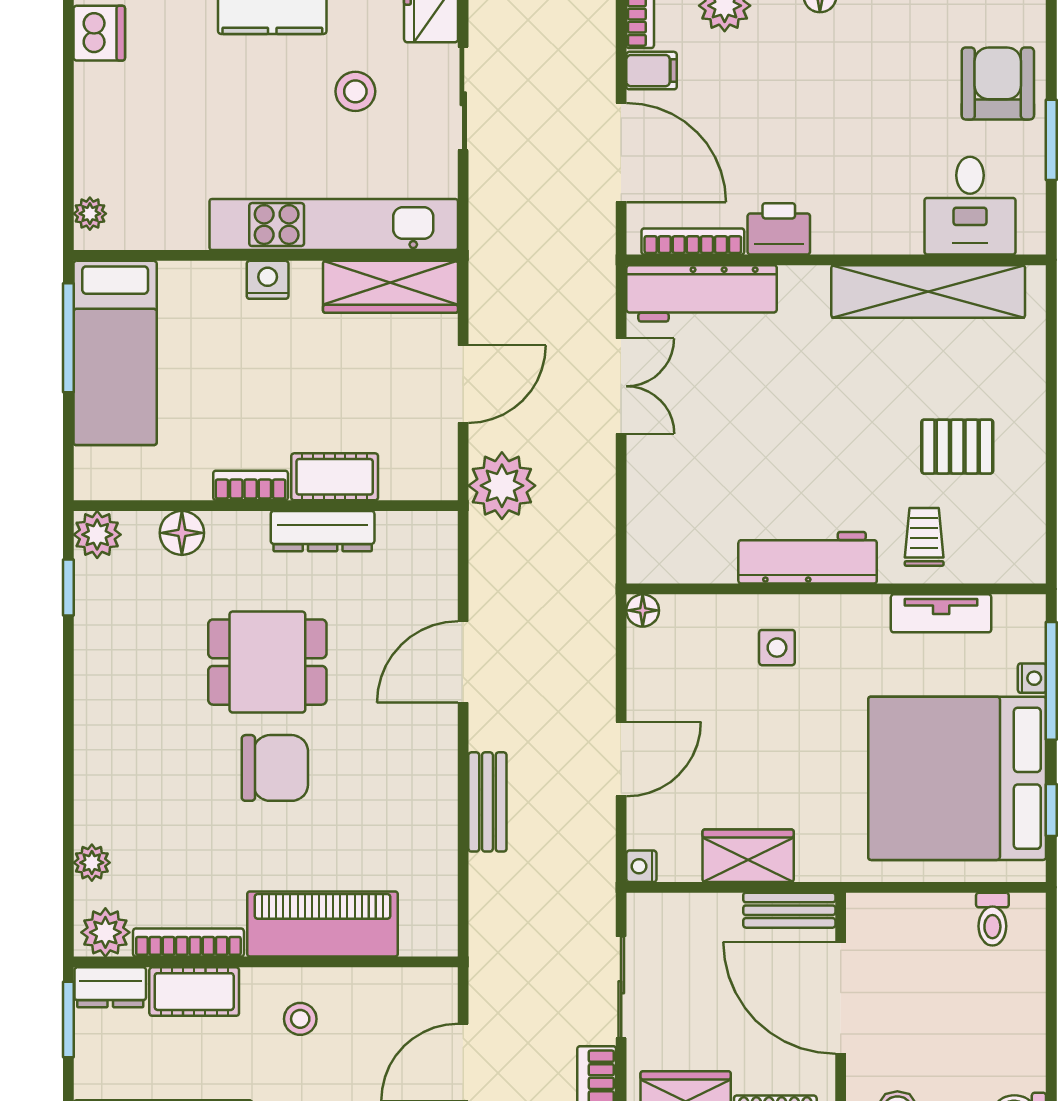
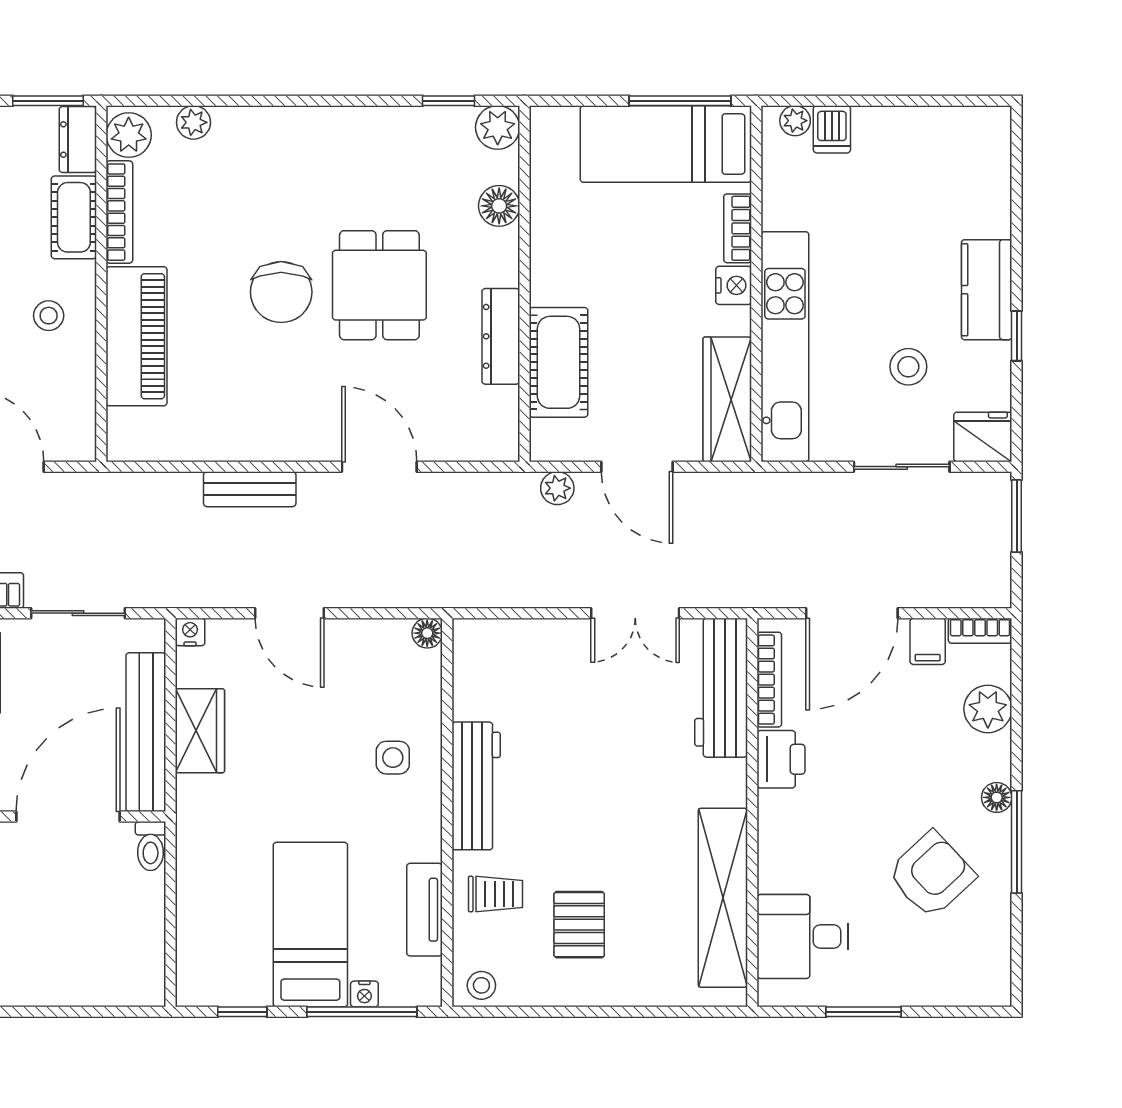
dishwasher: (99, 33) -> (832, 129), moved, width x0.73
armchair: (998, 83) -> (931, 875), moved, turned -43
cot: (335, 477) -> (559, 362), width x1.37, depth x1.34
bookcase: (251, 485) -> (738, 228), moved, turned 180
plant: (502, 486) -> (557, 488), width x0.53, depth x0.53
stool: (1023, 552) -> (481, 985), added
bed: (957, 778) -> (310, 925), width x0.49
bench: (789, 910) -> (146, 732), width x1.86, depth x1.21
toilet: (992, 919) -> (151, 846), moved, turned -90

